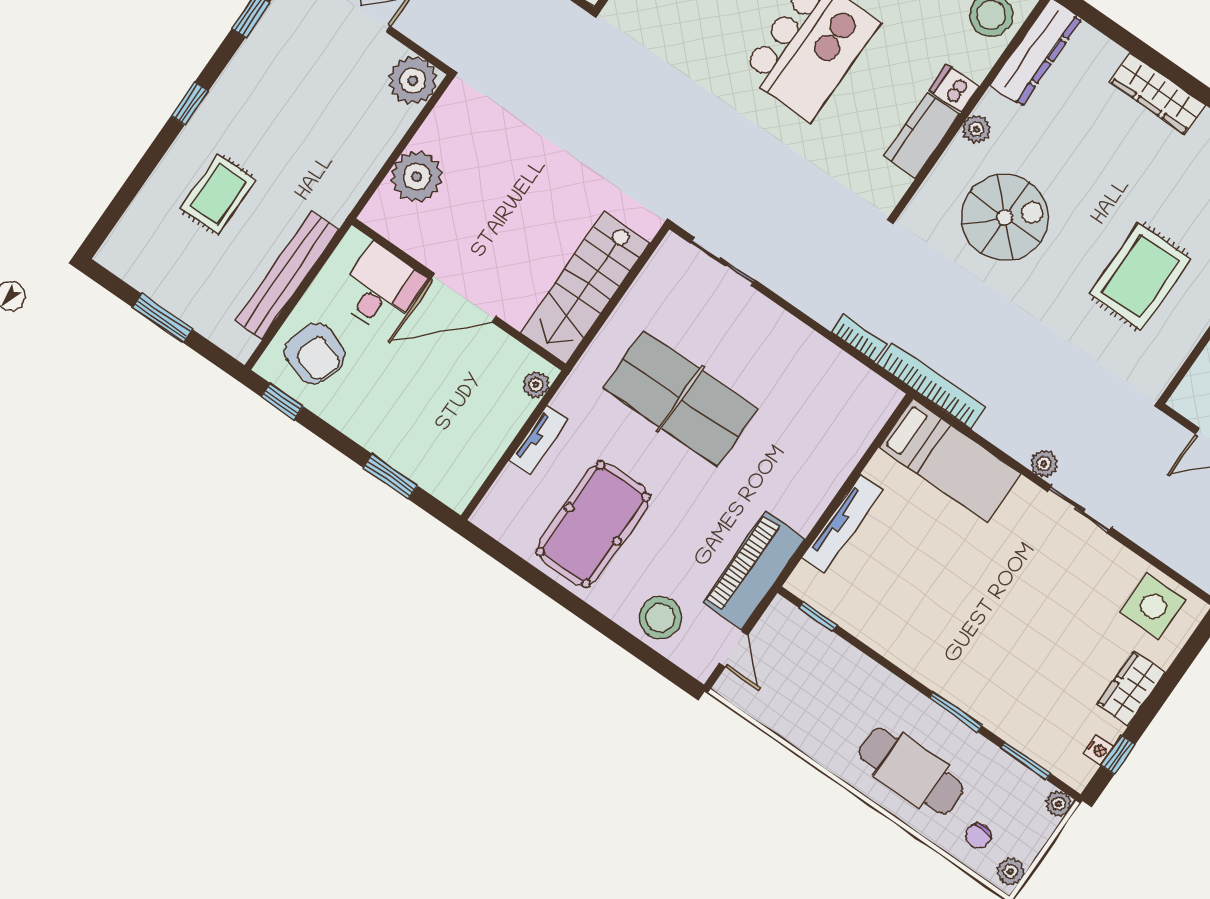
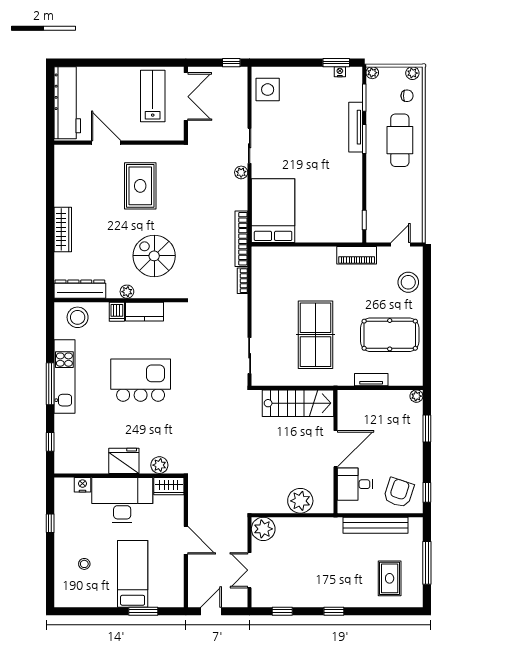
rug: (218, 194) -> (390, 578), moved, turned 90
rug: (1140, 277) -> (140, 186), turned 90
door: (463, 298) -> (336, 449), hinge flipped
window: (162, 318) -> (427, 563), width x1.44
plant: (536, 385) -> (416, 396), moved
bed: (950, 460) -> (273, 211), width x1.50
tv unit: (842, 524) -> (356, 127), moved, turned -90
piano: (754, 571) -> (357, 255), width x0.73, depth x0.75
wardrobe: (1131, 688) -> (306, 76), removed
window: (1118, 755) -> (336, 63), width x1.50

